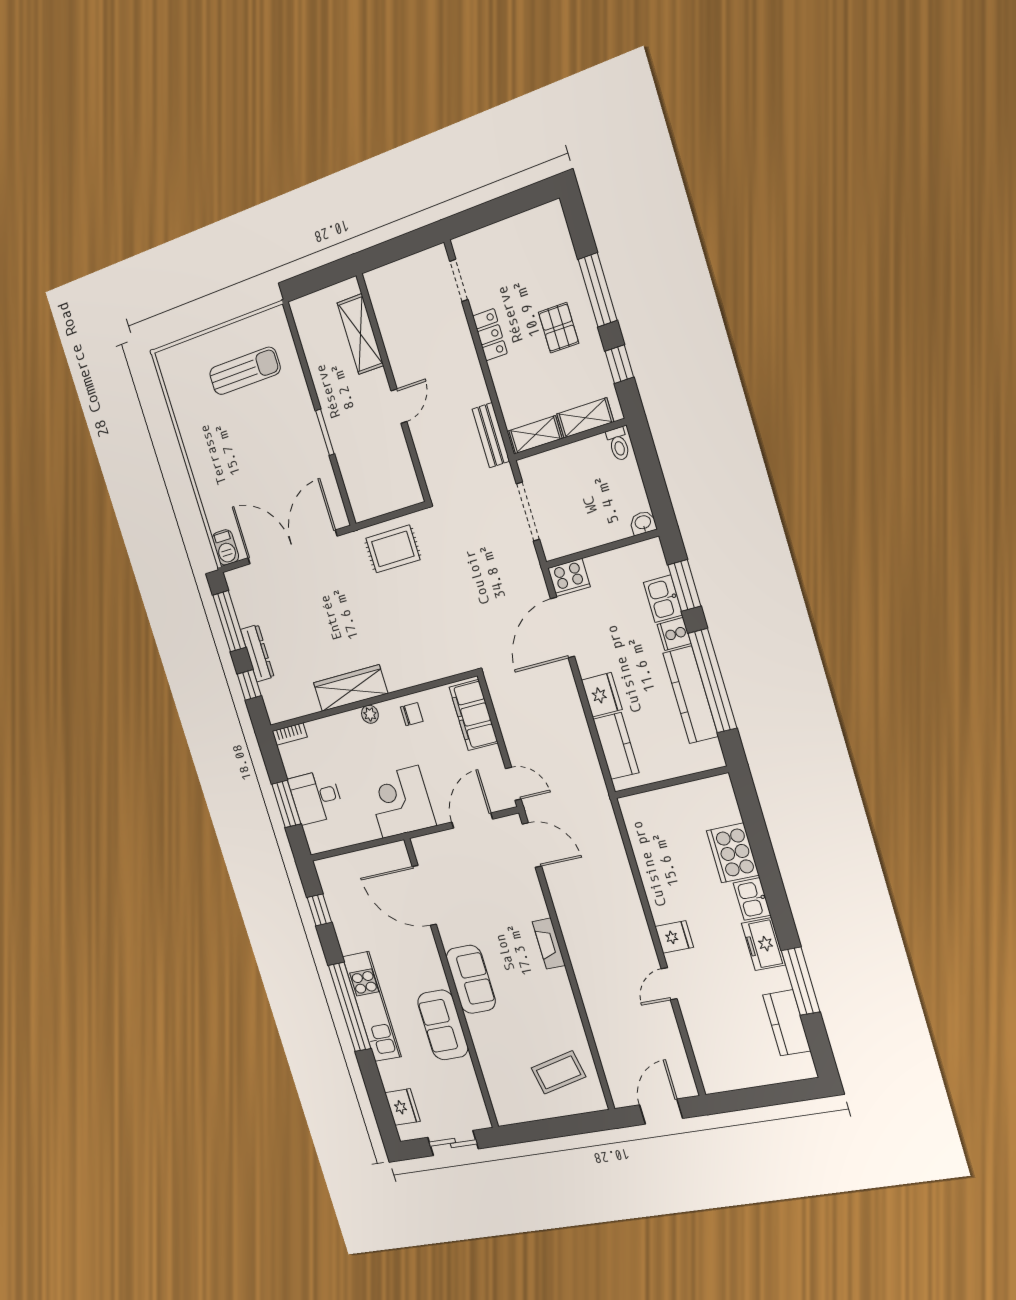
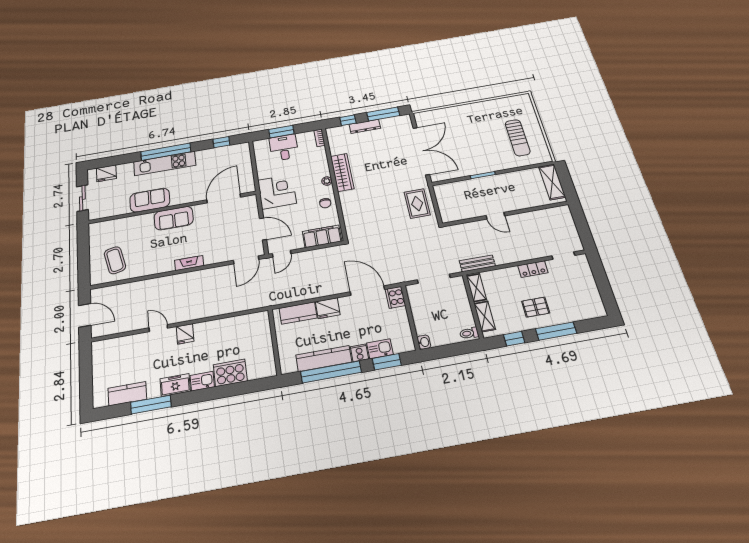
shelving: (360, 334) -> (552, 182), moved, turned 90
barbecue: (225, 547) -> (423, 117), removed

